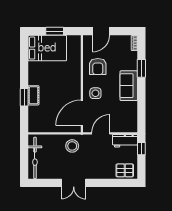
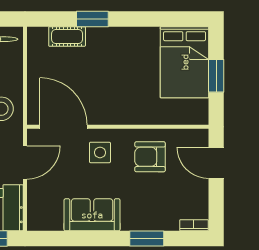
sofa: (129, 86) -> (92, 215), moved
cot: (34, 95) -> (67, 36), moved
door: (101, 133) -> (25, 162), hinge flipped

